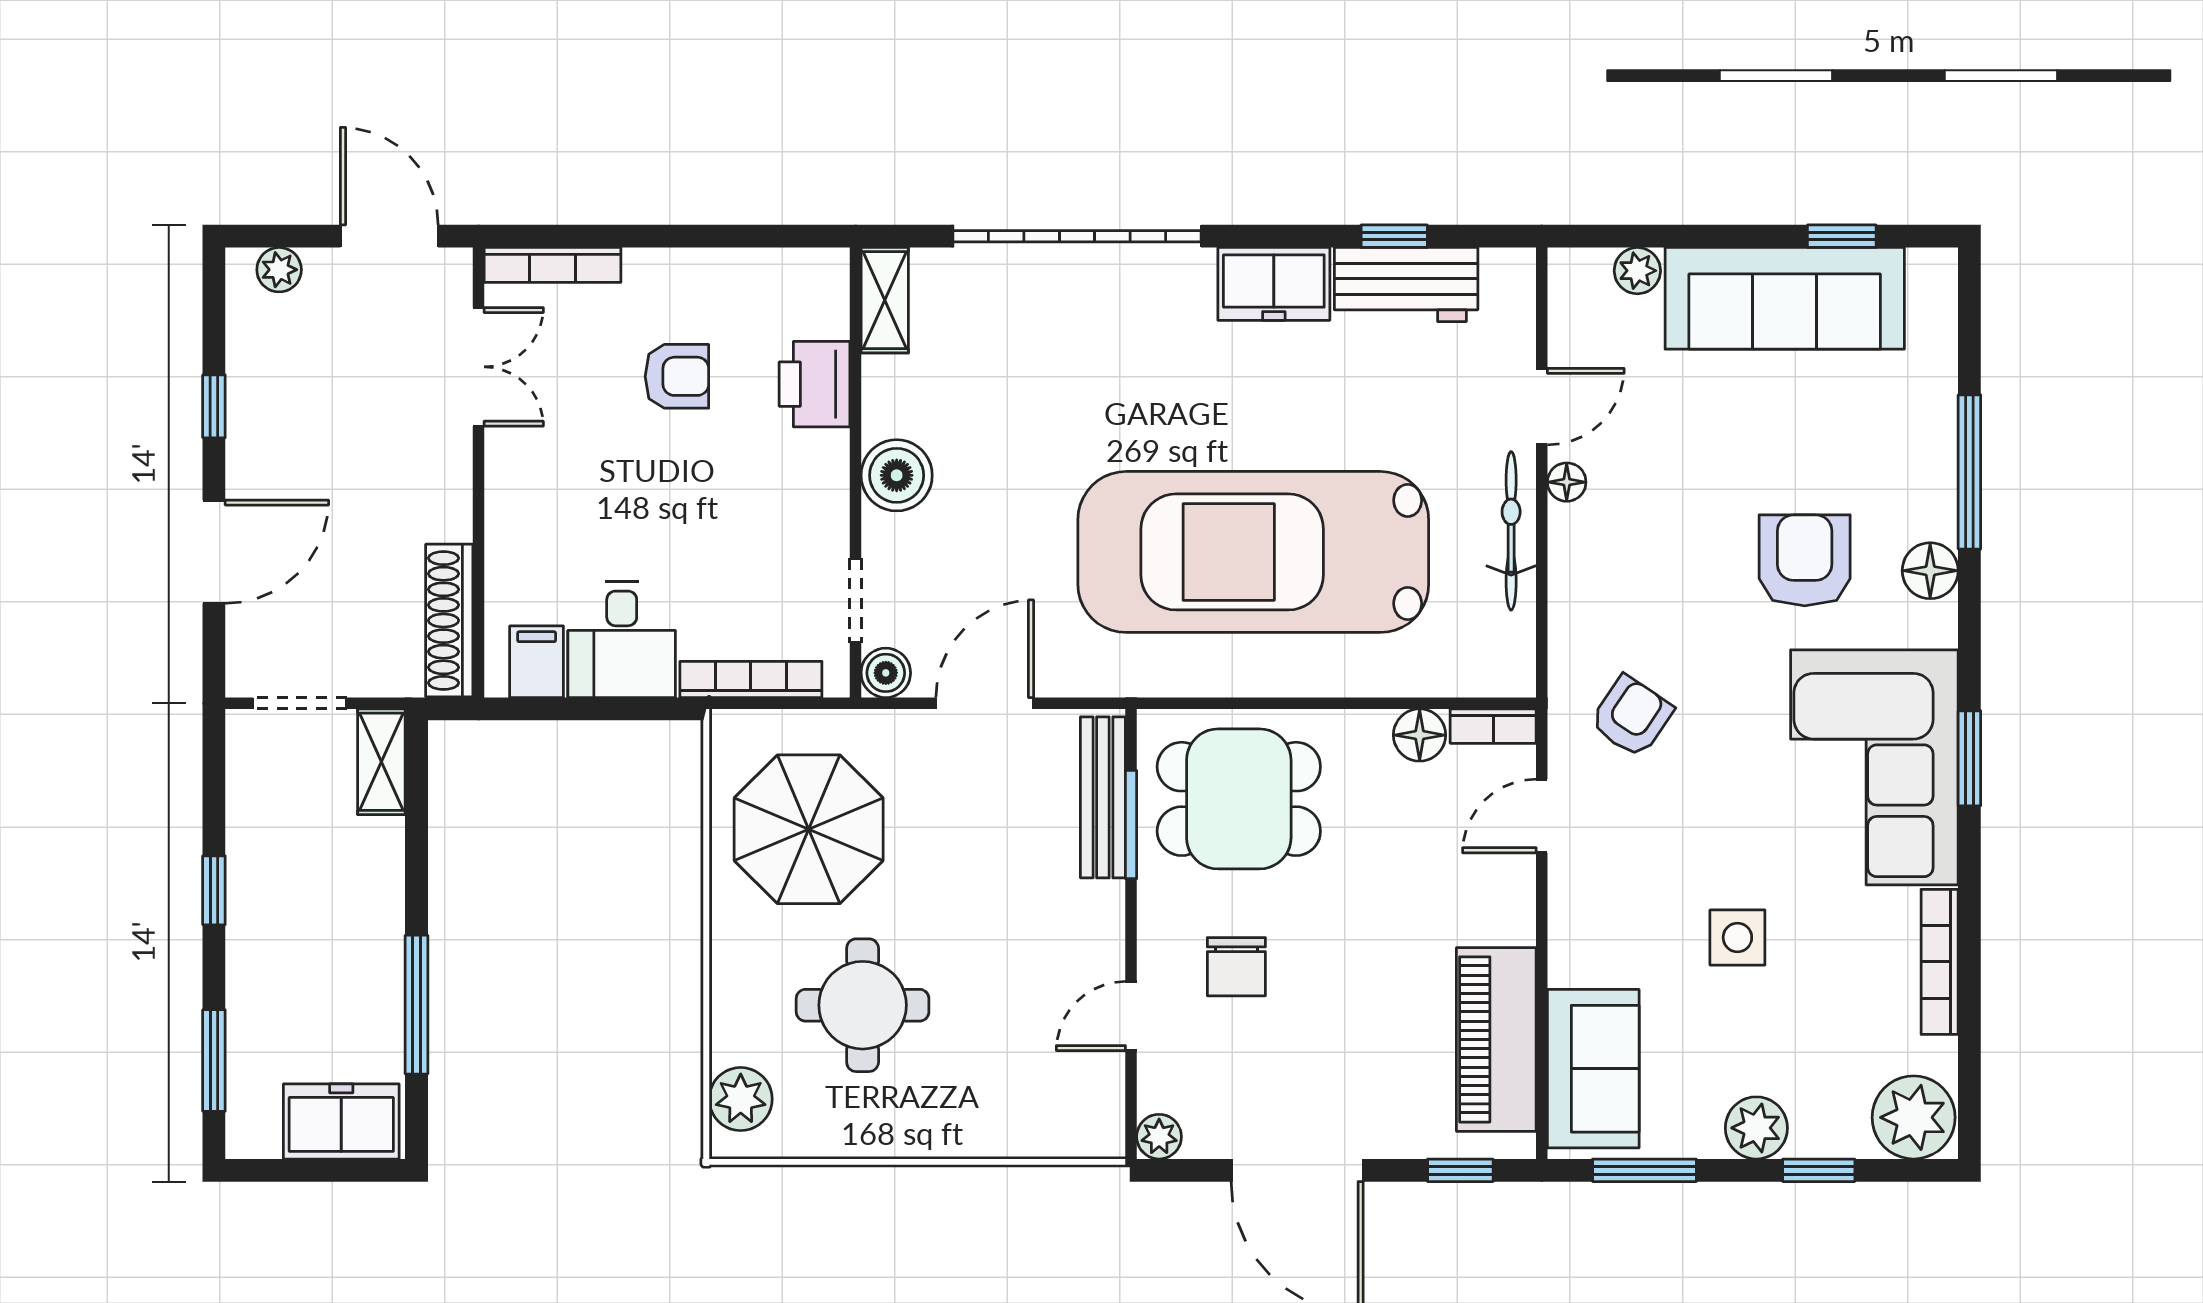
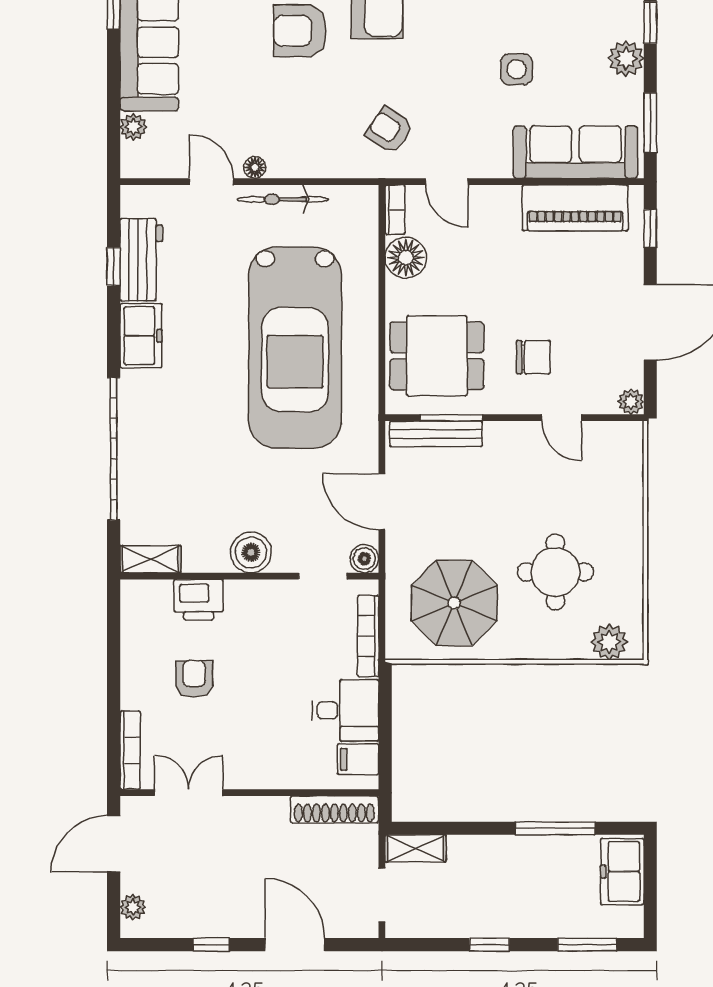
floor lamp: (1420, 735) -> (406, 258), width x1.38, depth x1.38
dining table: (1239, 799) -> (437, 356), turned 90
sofa: (1593, 1069) -> (575, 152), width x1.36

